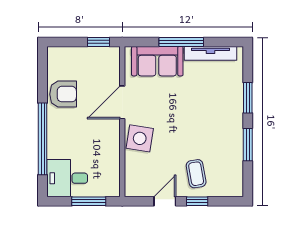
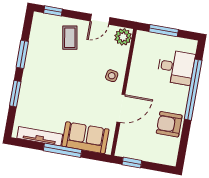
side table: (140, 138) -> (112, 76), width x0.54, depth x0.54
desk: (67, 178) -> (176, 67), moved
plant: (135, 186) -> (123, 37), added
window: (197, 201) -> (53, 11), moved

